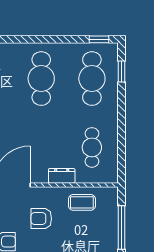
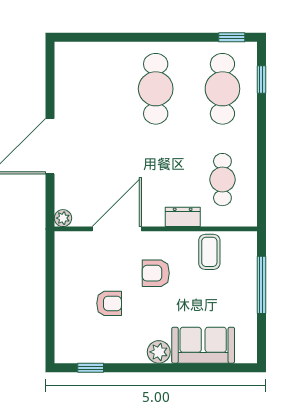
coffee table: (82, 202) -> (209, 252), turned 90

